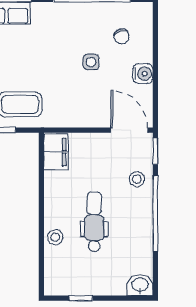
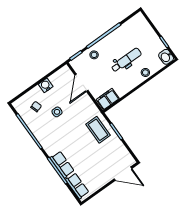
door: (129, 130) -> (81, 83), moved
dental chair: (94, 222) -> (126, 60), turned 180
washbasin: (140, 285) -> (166, 57), moved

